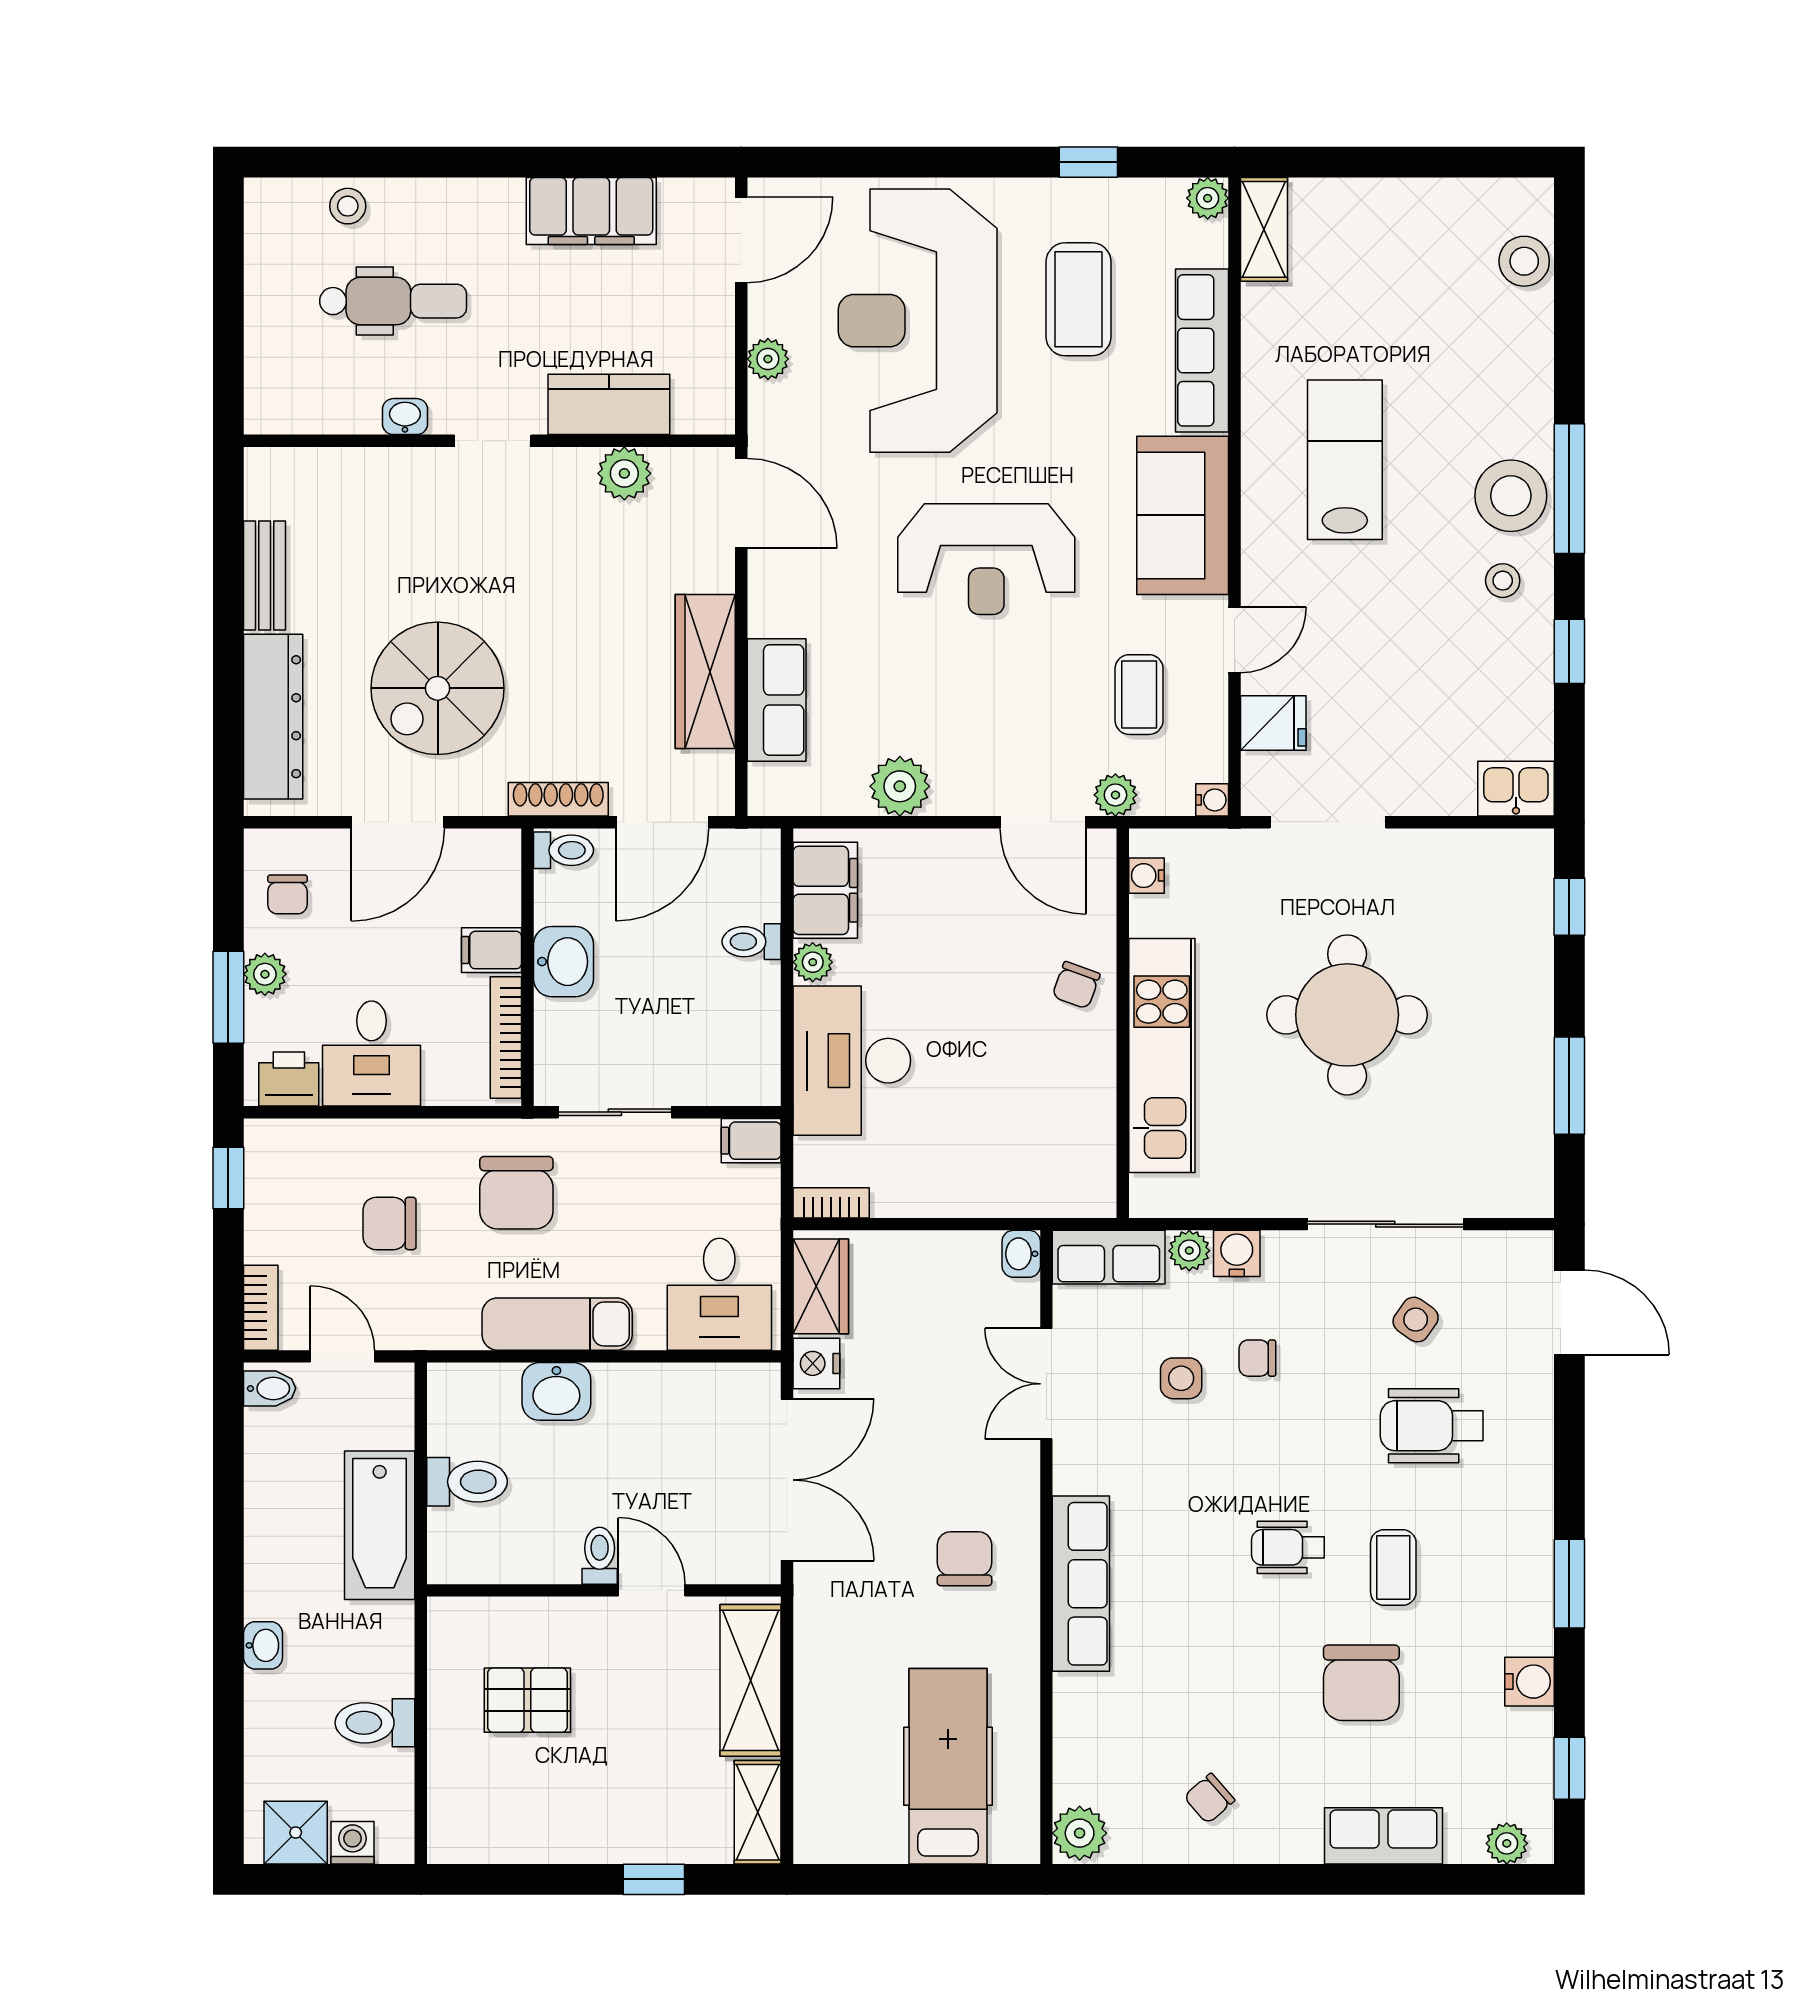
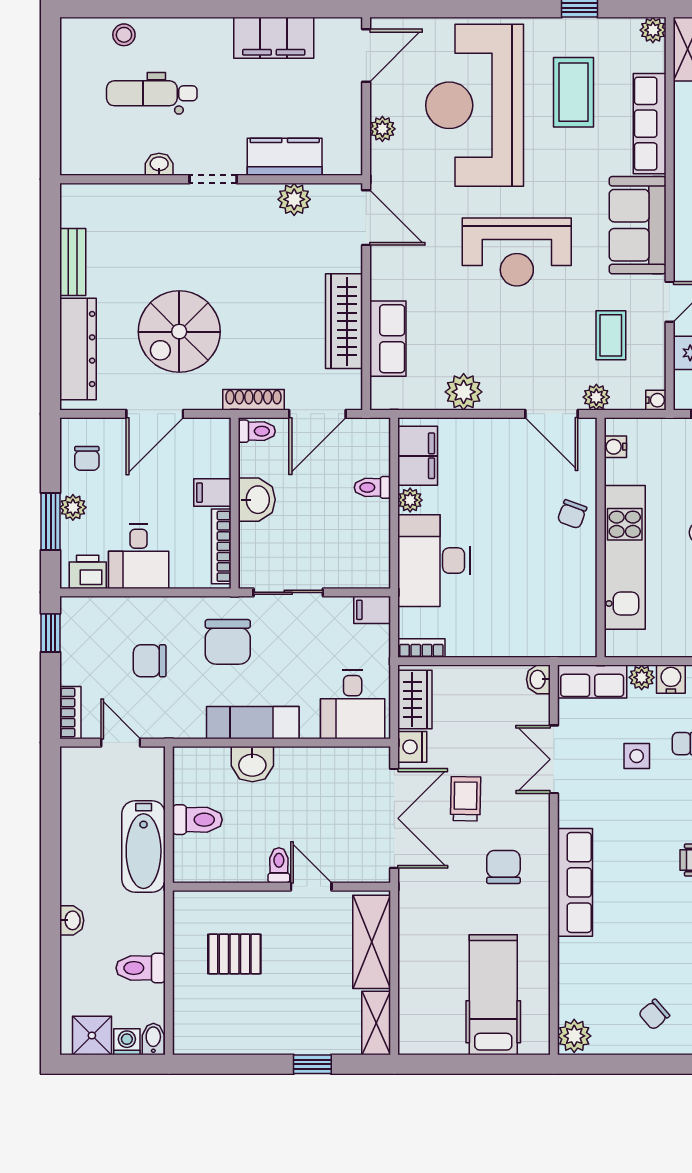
dental chair: (393, 301) -> (152, 93), turned 180
bidet: (270, 1388) -> (153, 1039), moved, turned -90
trolley: (903, 1448) -> (466, 799), added

